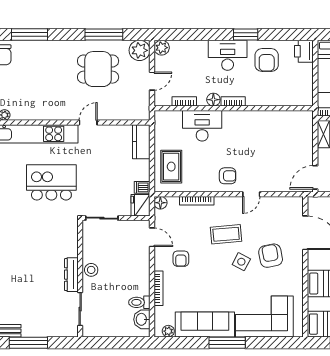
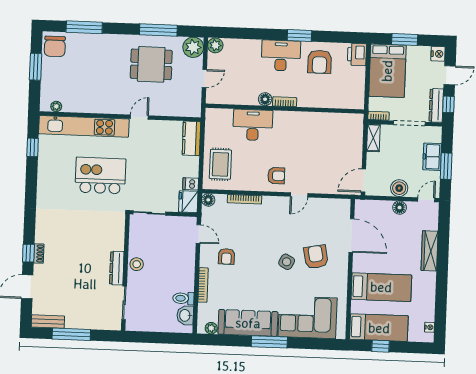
bookcase: (184, 101) -> (236, 100), removed
coffee table: (226, 234) -> (272, 234), removed

